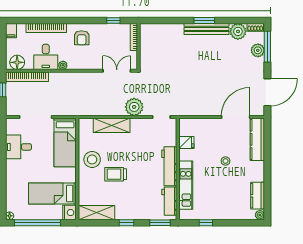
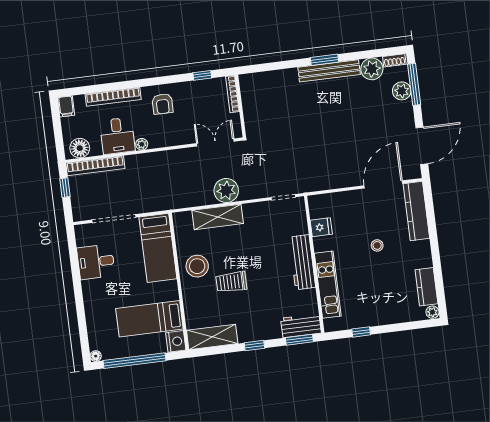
plant: (134, 107) -> (226, 191), moved
workbench: (169, 201) -> (301, 326), moved, turned 90

